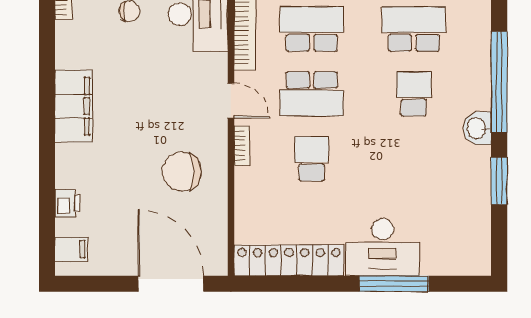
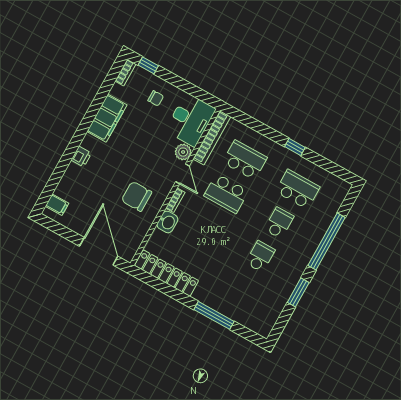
plant: (214, 68) -> (183, 152), added
filing cabinet: (74, 106) -> (107, 118), moved
washbasin: (477, 128) -> (167, 222), moved, turned 180
school desk: (312, 159) -> (260, 256), moved
printer: (67, 203) -> (81, 157), moved
desk: (383, 247) -> (219, 293), removed

